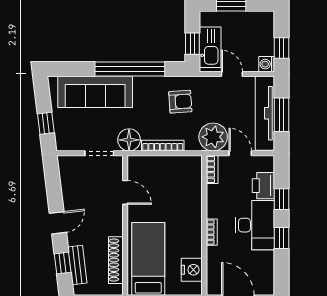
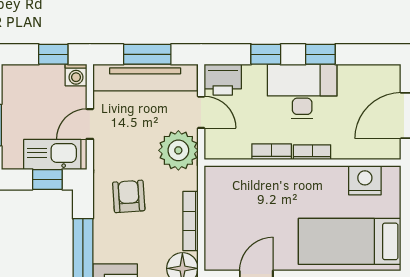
door: (240, 153) -> (201, 112), swing flipped
bookcase: (212, 169) -> (272, 152), moved
printer: (263, 186) -> (223, 80), moved

